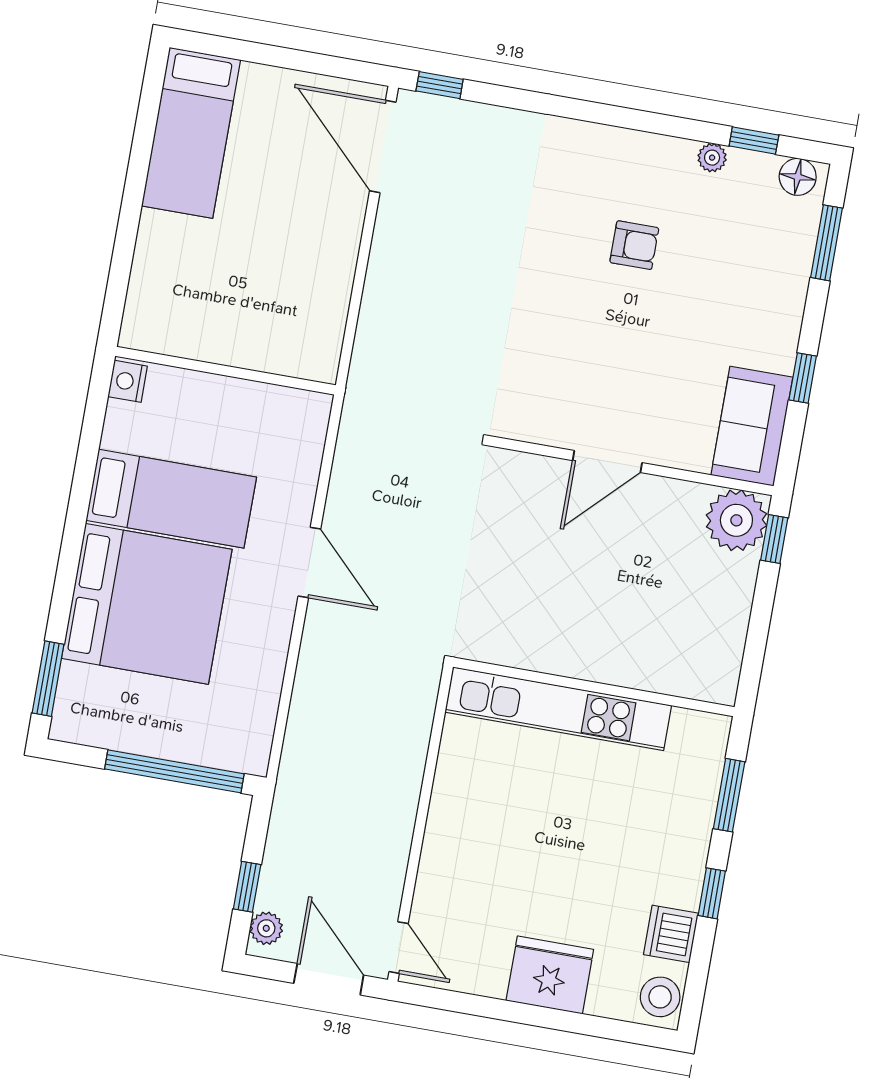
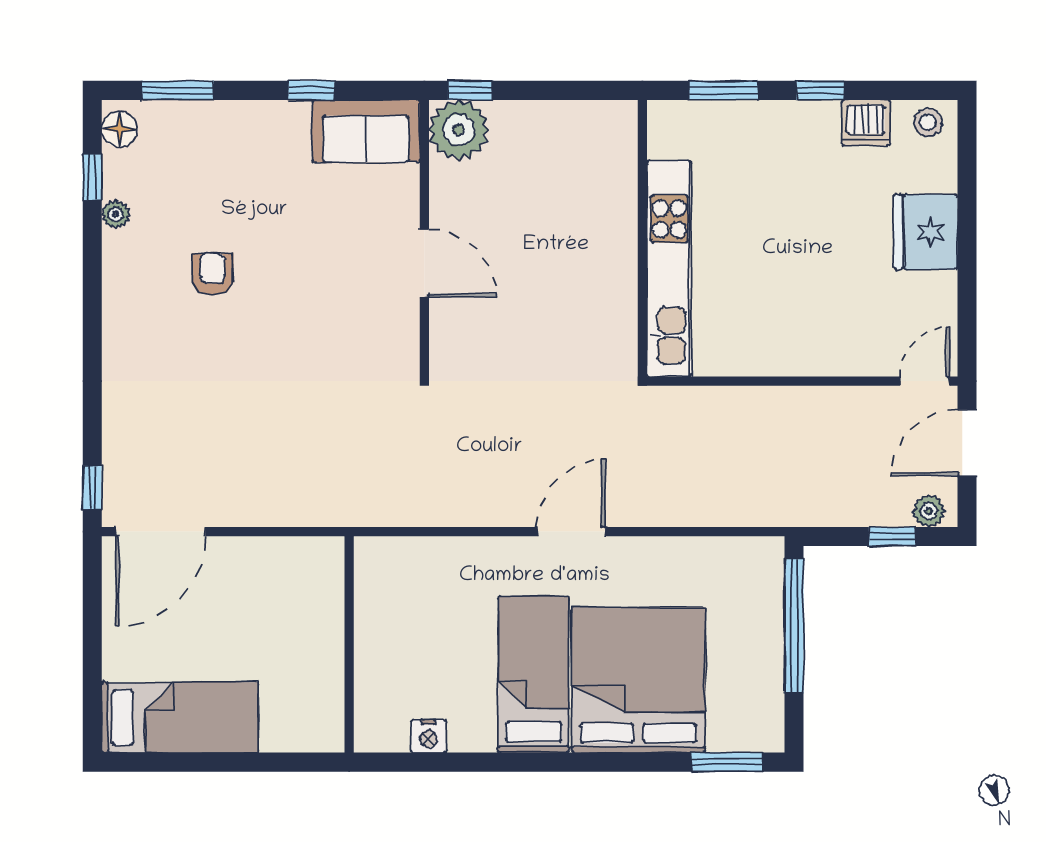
wall: (225, 371) -> (349, 644), moved
stool: (660, 997) -> (928, 122), width x0.73, depth x0.73

